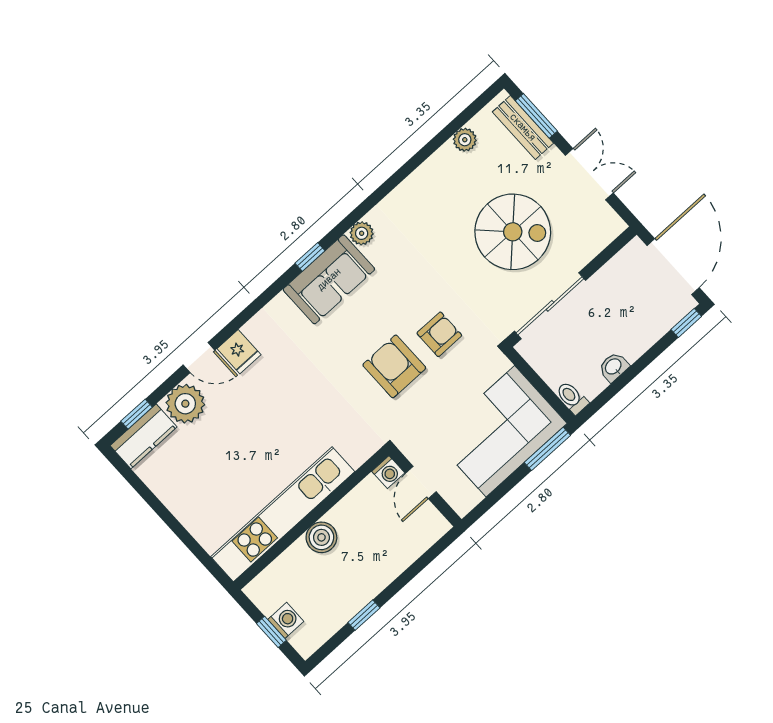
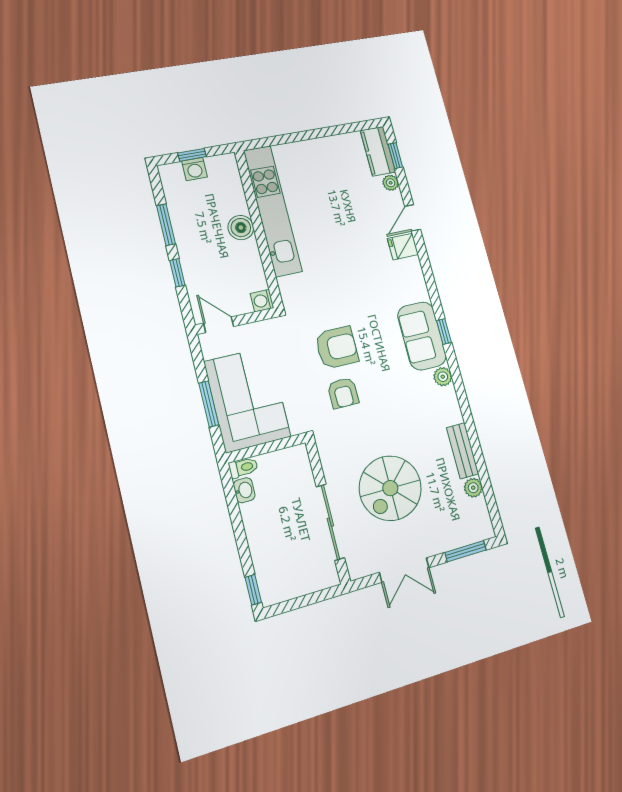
bench: (523, 127) -> (463, 451), moved, turned 90
door: (673, 267) -> (302, 601), removed
sliding door: (550, 306) -> (330, 522), moved
washbasin: (614, 367) -> (244, 490), moved
plant: (185, 404) -> (391, 183), width x0.53, depth x0.53
window: (547, 449) -> (209, 404), moved
door: (421, 482) -> (219, 325), moved
window: (408, 575) -> (177, 273), added
window: (364, 615) -> (166, 225), width x1.50

